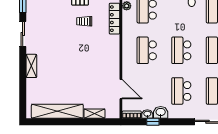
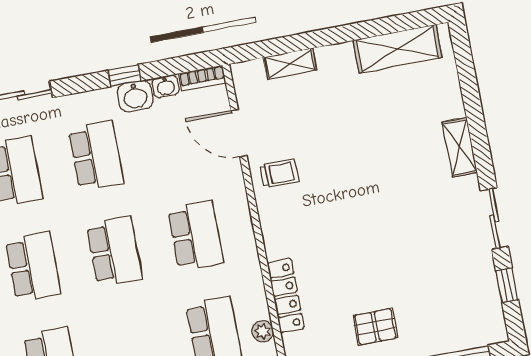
trolley: (84, 21) -> (279, 173), moved
shelving: (57, 111) -> (398, 49), width x0.68
window: (153, 122) -> (124, 76), moved

